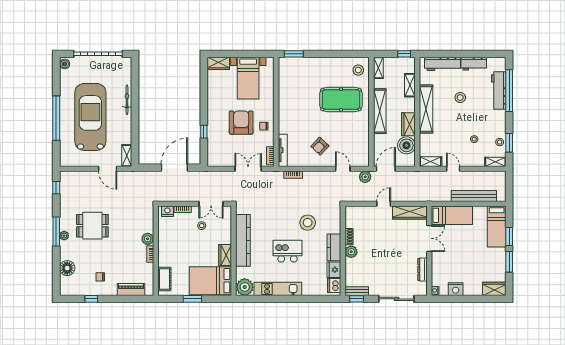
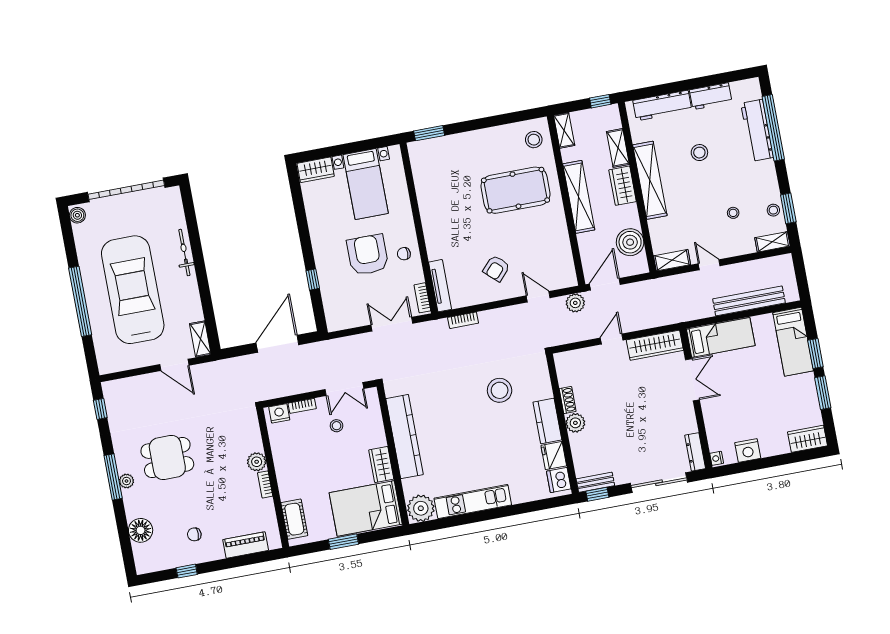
wardrobe: (408, 124) -> (623, 186), moved
kitchen island: (288, 251) -> (477, 440), removed
dresser: (423, 269) -> (695, 452), moved

